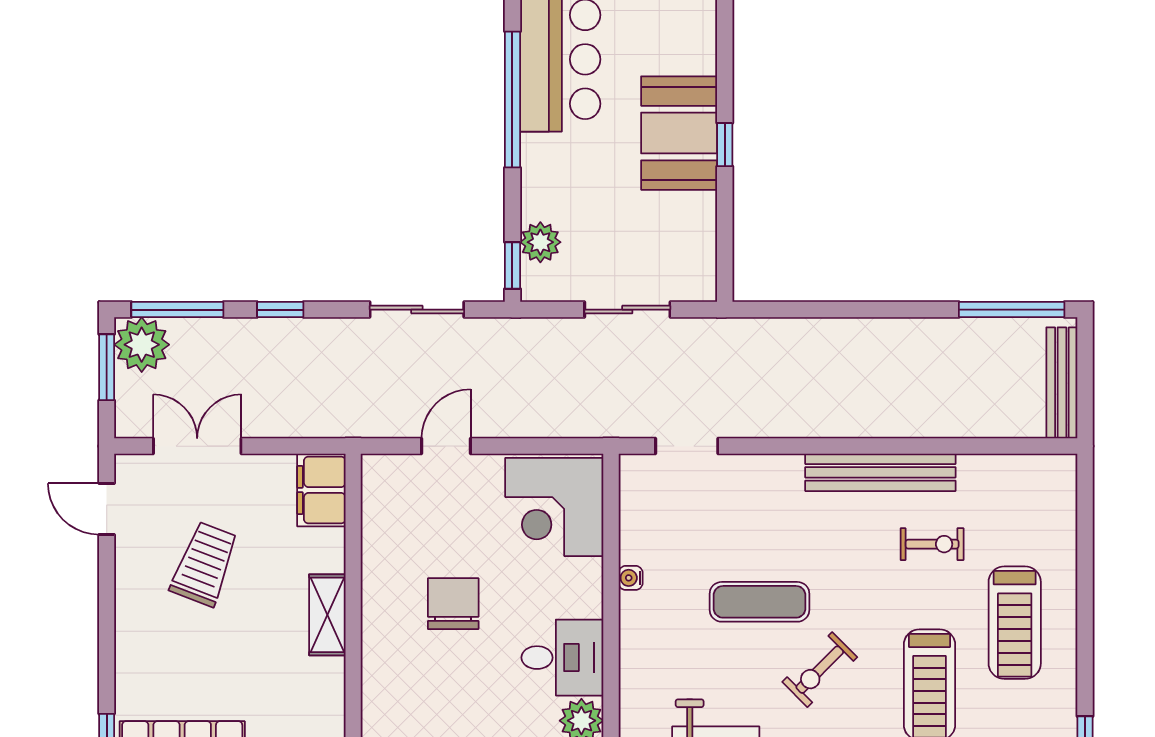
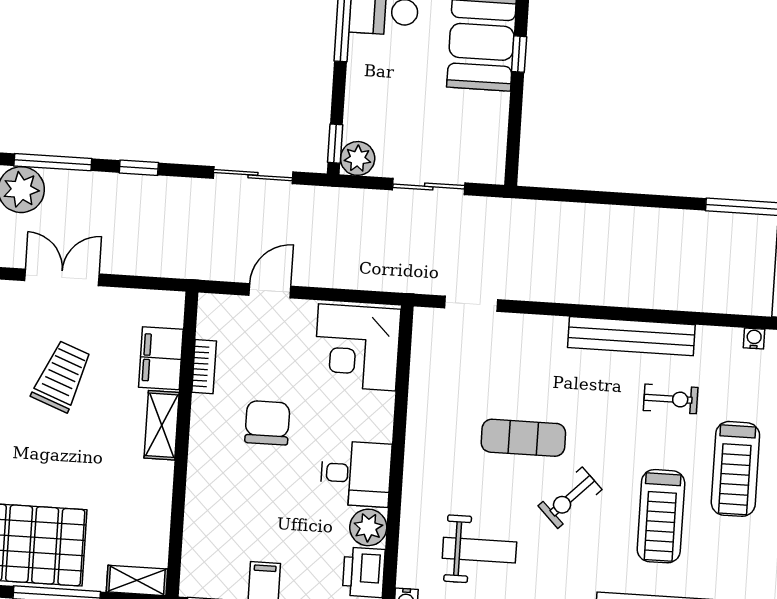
plant: (540, 242) -> (358, 158), moved
filing cabinet: (321, 490) -> (161, 358), moved
bookcase: (373, 542) -> (204, 367), added
water cooler: (631, 578) -> (754, 338), moved, turned 90

